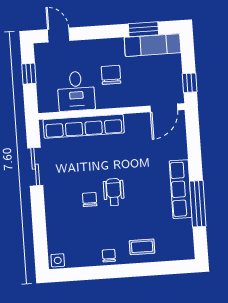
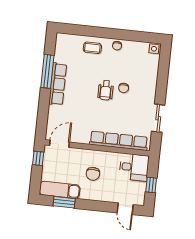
desk: (76, 91) -> (134, 167), moved, turned 90

